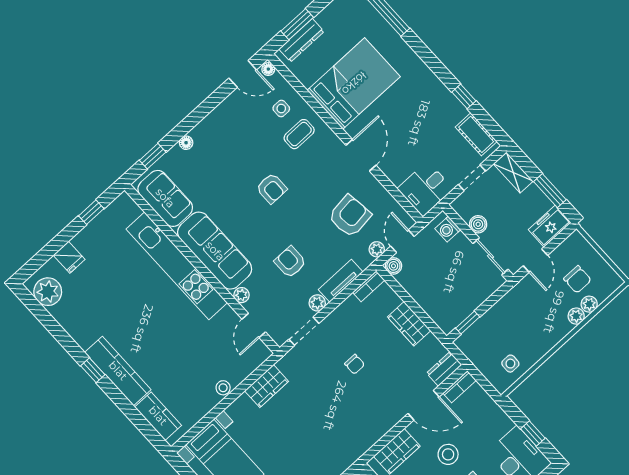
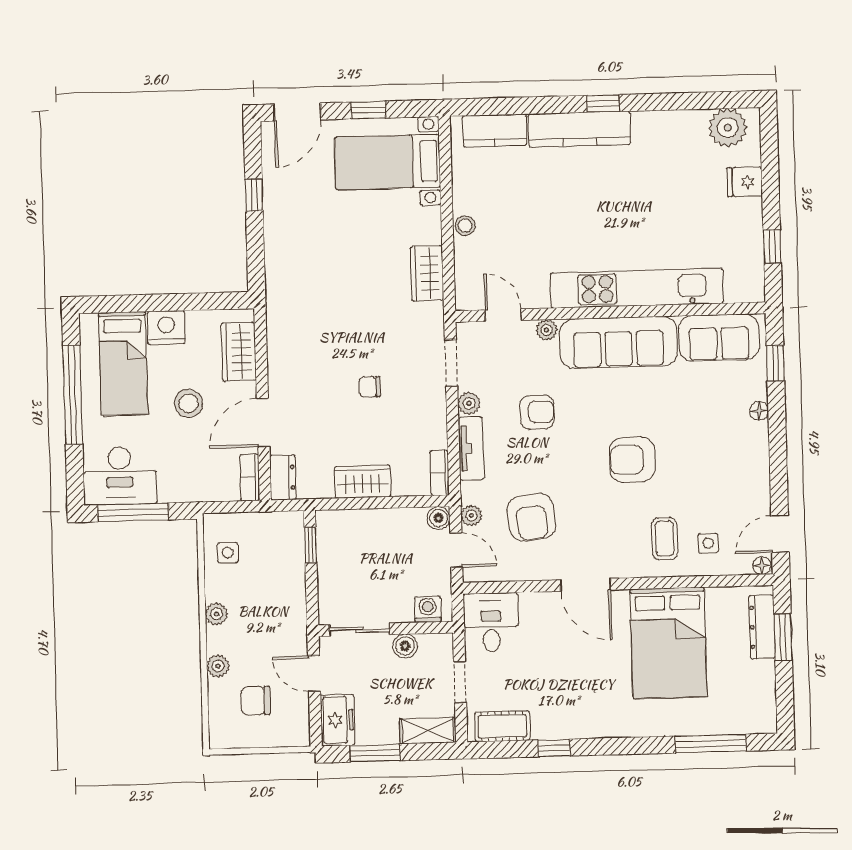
armchair: (272, 188) -> (632, 460), width x1.38, depth x1.38
plant: (589, 304) -> (216, 614), moved
window: (533, 434) -> (133, 512), width x2.17

